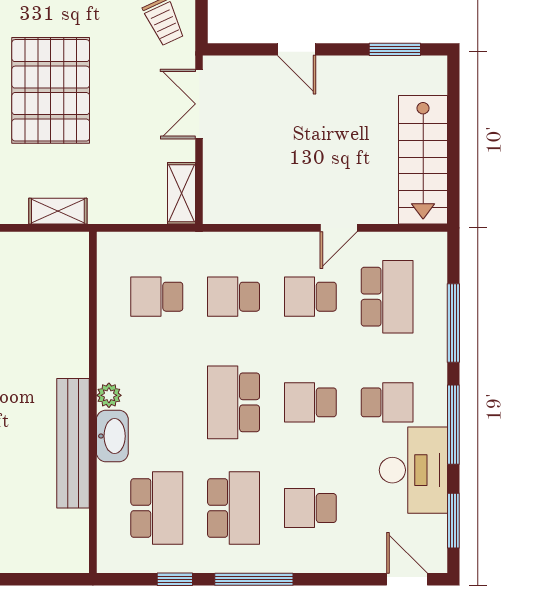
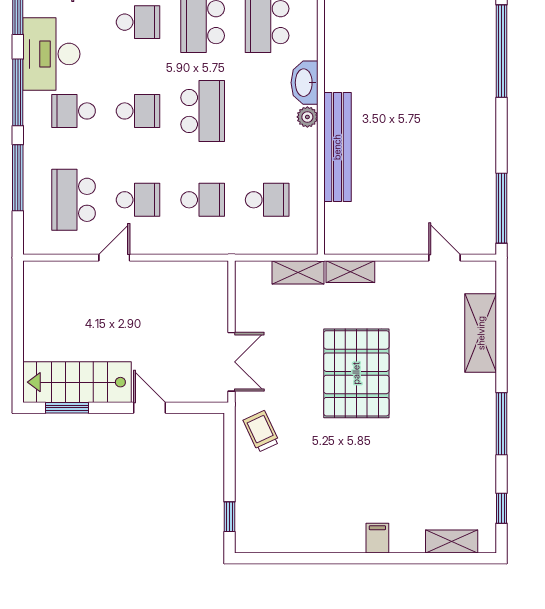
stairs: (423, 160) -> (77, 382), moved, turned -90
shelving: (182, 193) -> (298, 272), moved, turned 90
bench: (73, 443) -> (337, 147), moved

